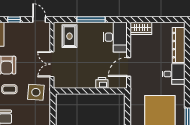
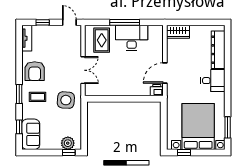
desk: (115, 37) -> (132, 38), moved, turned -90
double door: (52, 64) -> (83, 70), swing flipped
printer: (102, 83) -> (157, 90), moved

